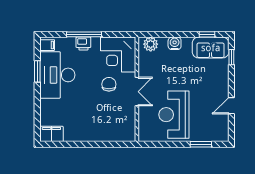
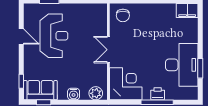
filing cabinet: (47, 45) -> (191, 92), removed
chair: (109, 84) -> (123, 15), moved
door: (231, 106) -> (21, 37), hinge flipped
reception desk: (174, 115) -> (54, 36), moved

